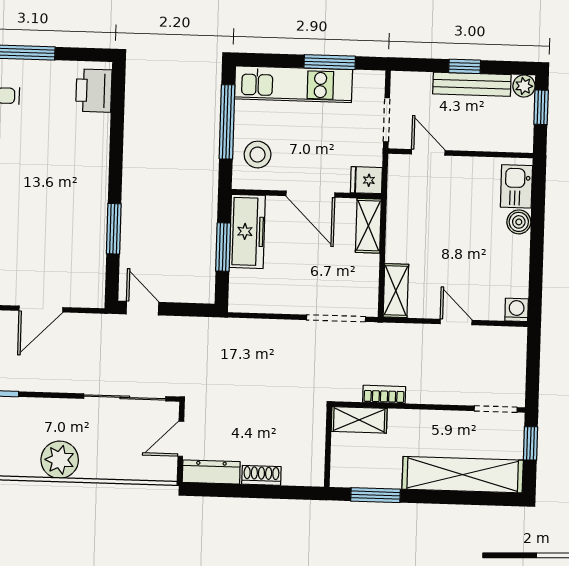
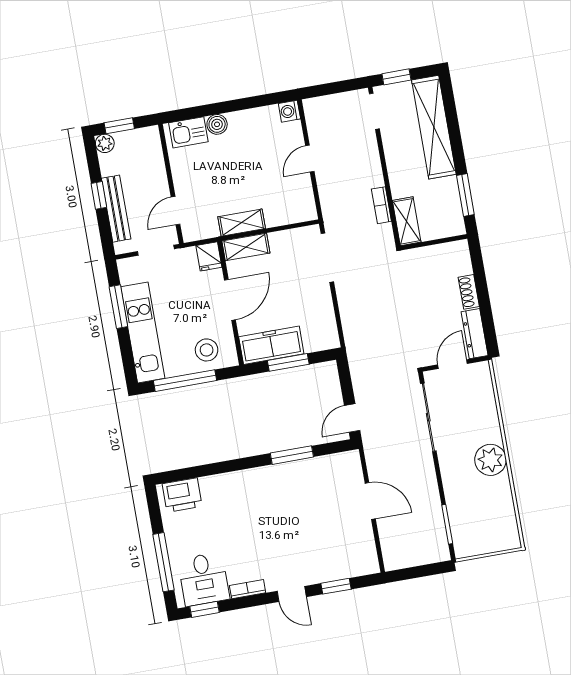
bench: (472, 84) -> (116, 209), moved
shelving: (396, 291) -> (242, 223), moved
door: (181, 439) -> (453, 364), swing flipped

